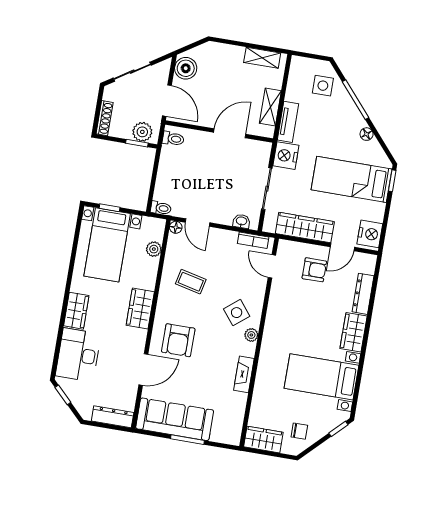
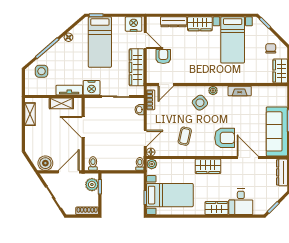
plant: (154, 249) -> (152, 164), moved
desk: (78, 355) -> (241, 202), width x0.73

